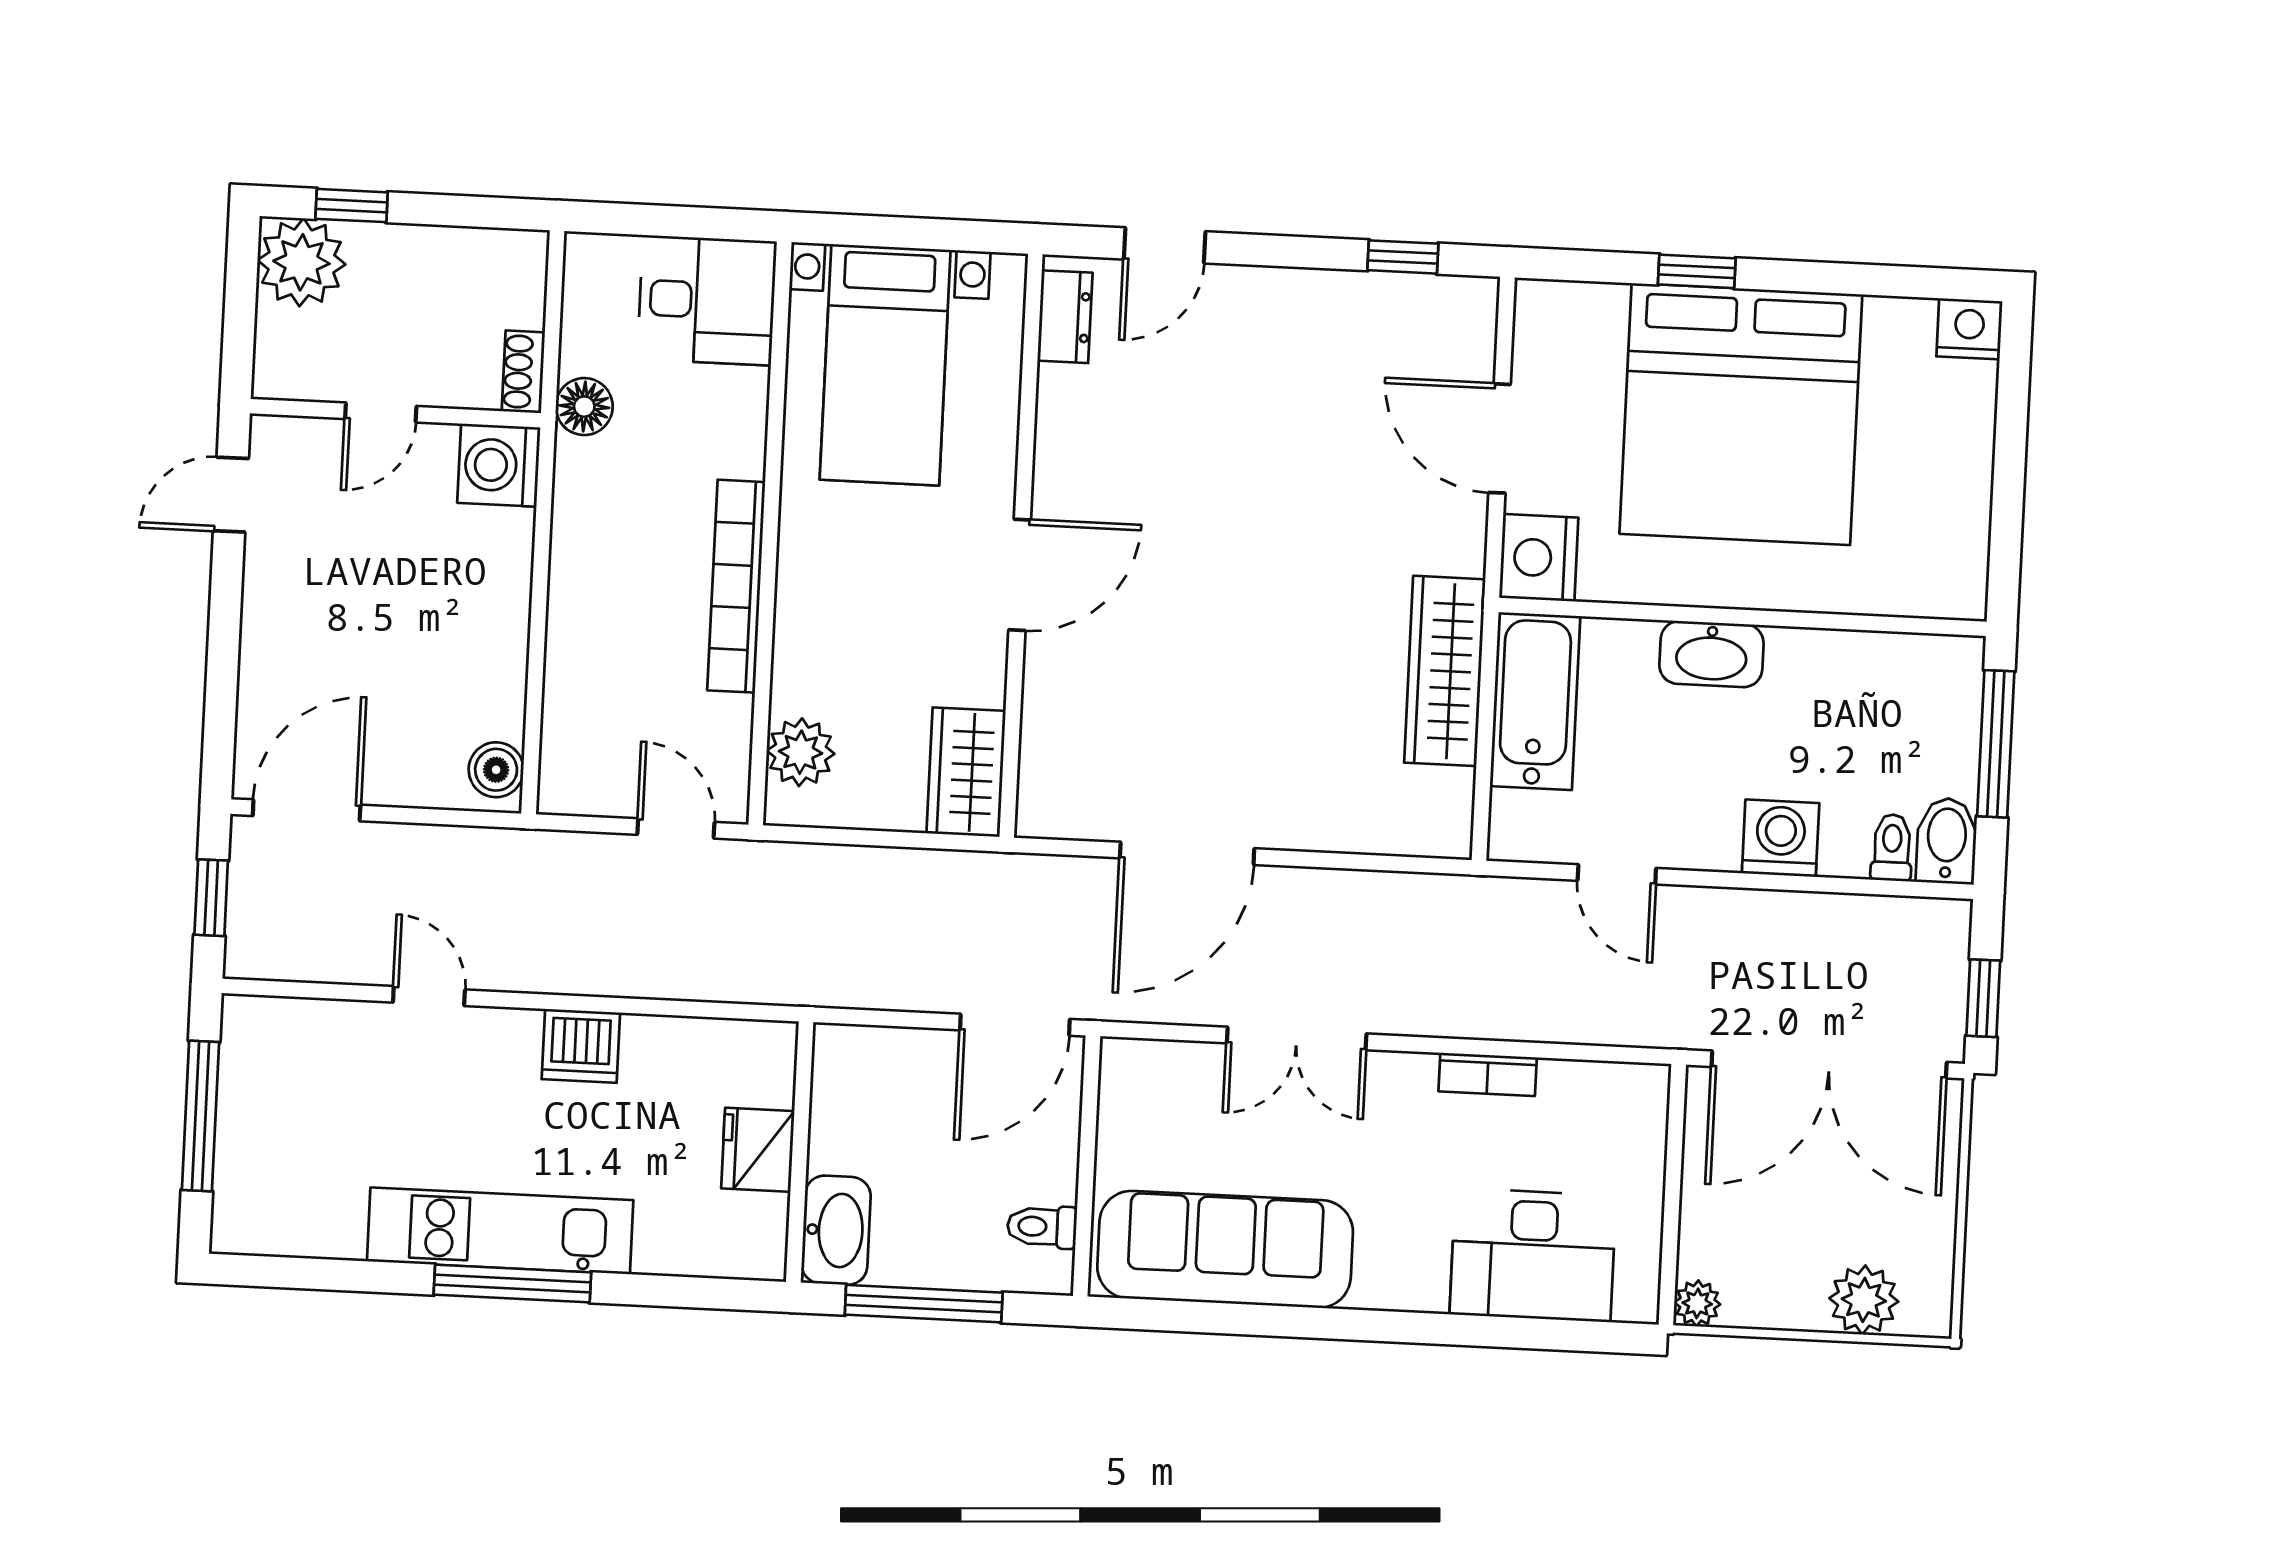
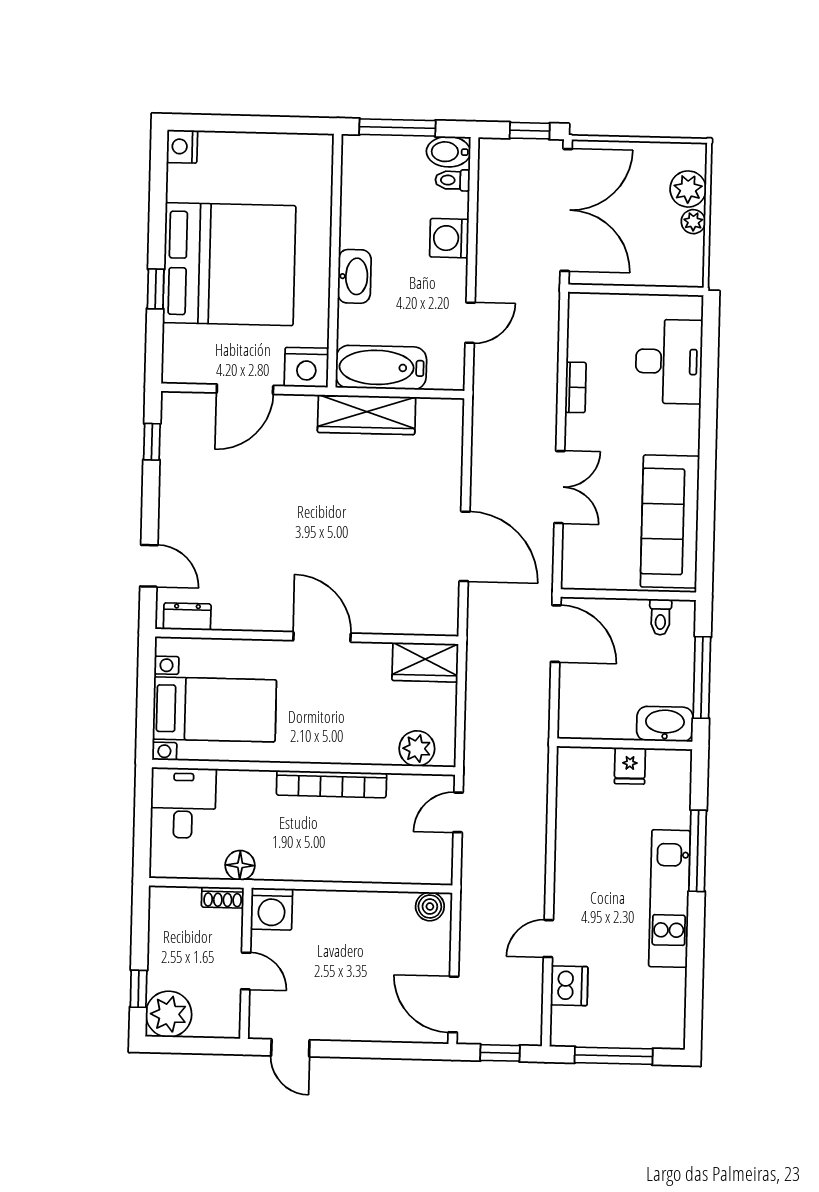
dishwasher: (581, 1046) -> (569, 986), moved
fridge: (758, 1150) -> (630, 766), width x0.72
window: (512, 1284) -> (698, 851), moved
plant: (1697, 1303) -> (693, 222), moved

